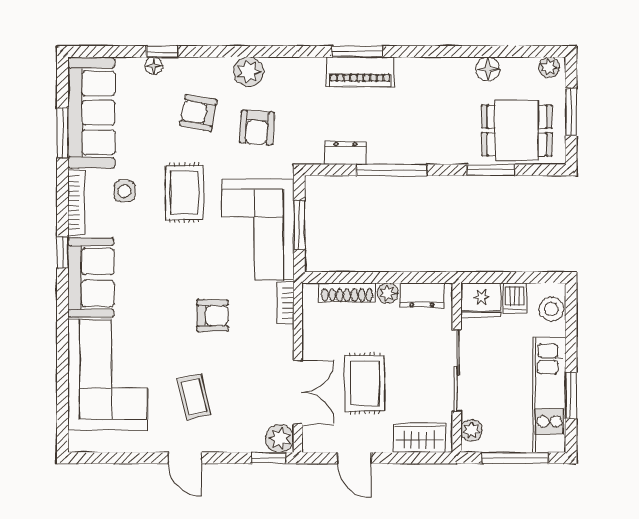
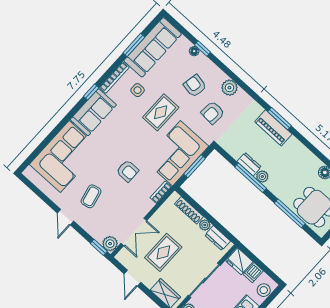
dresser: (345, 153) -> (249, 164), moved
plant: (406, 153) -> (262, 176), added
window: (491, 170) -> (290, 213), width x1.44

